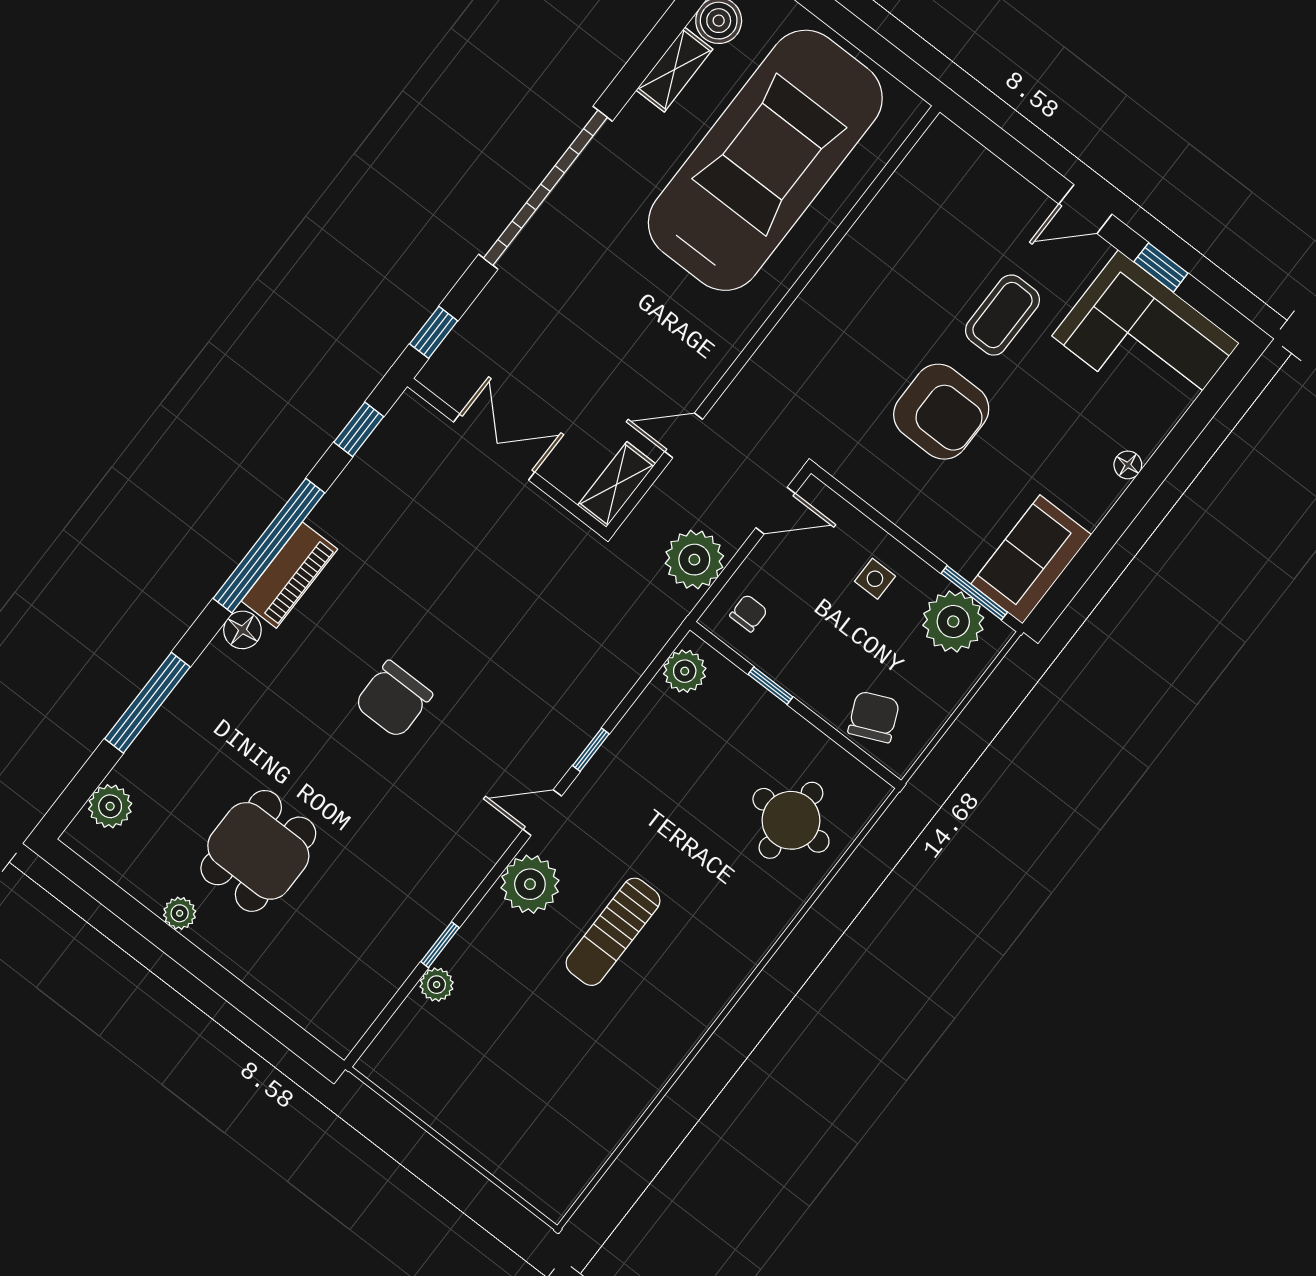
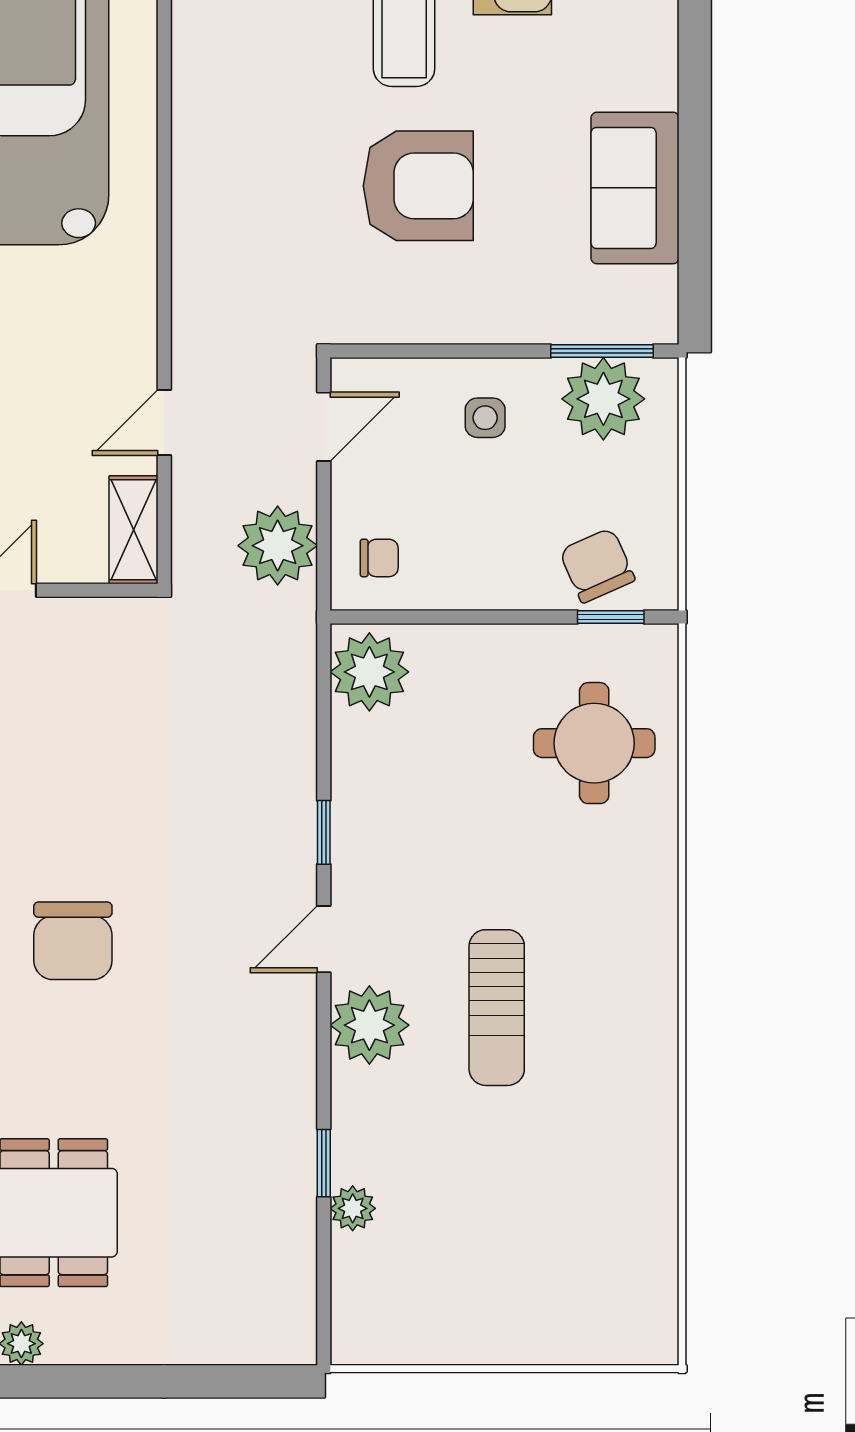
floor lamp: (1128, 465) -> (660, 89), removed
sofa: (1031, 559) -> (635, 188), moved
chair: (749, 613) -> (379, 558), turned 90
plant: (685, 671) -> (369, 672), width x1.36, depth x1.36
window: (771, 686) -> (611, 617), moved

